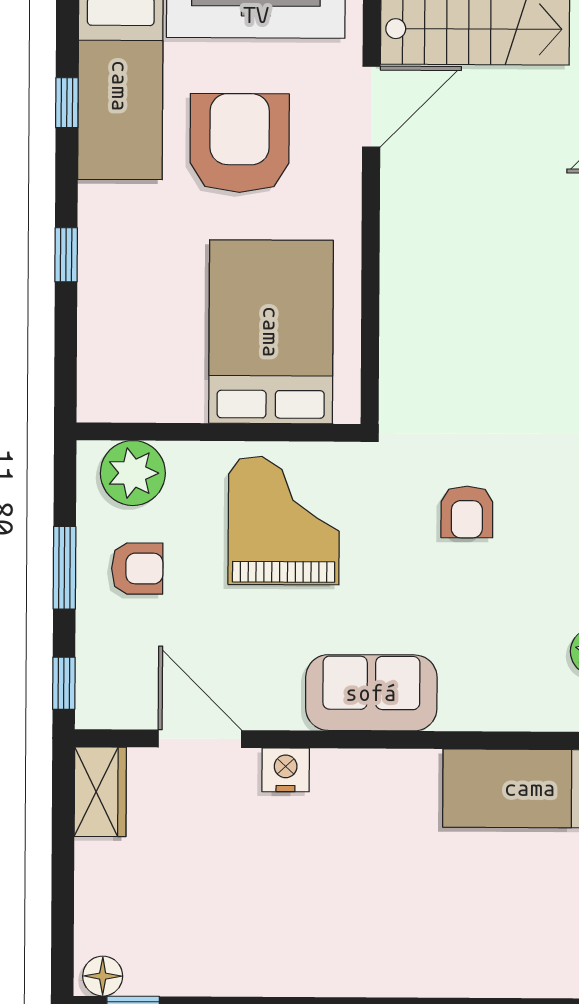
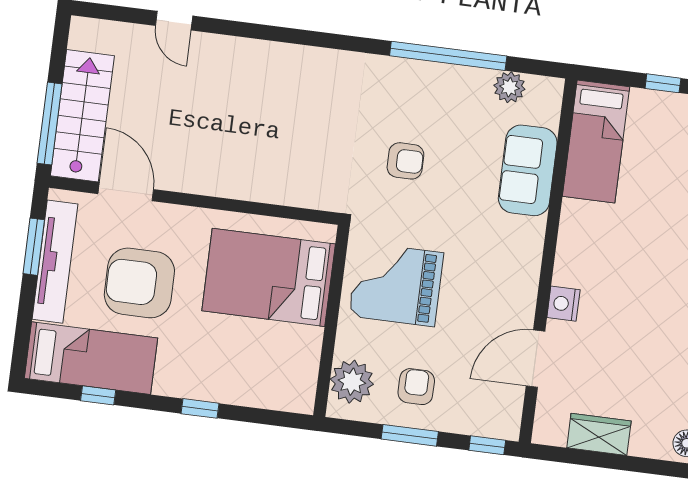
sofa: (371, 693) -> (528, 170), moved
wardrobe: (100, 792) -> (599, 434), moved

